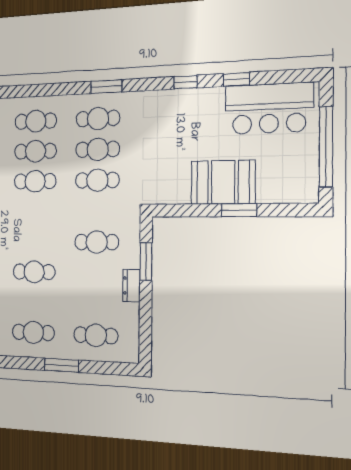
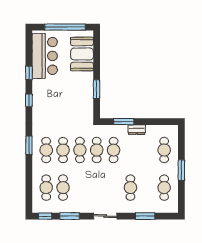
cafe table: (35, 181) -> (97, 150), moved
booth: (223, 182) -> (82, 54), moved
window: (239, 210) -> (97, 89), moved

